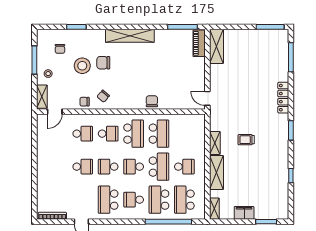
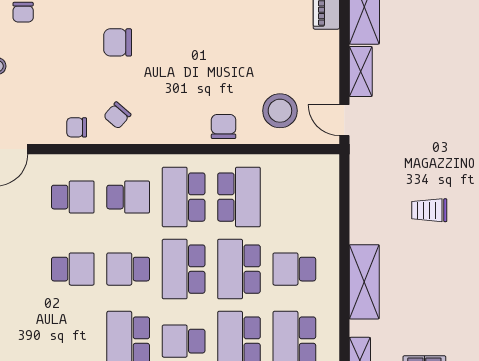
stool: (82, 66) -> (280, 111), moved
school desk: (134, 134) -> (184, 197), turned 180
shelving: (215, 143) -> (361, 72), moved
school desk: (134, 167) -> (184, 269), width x1.85
school desk: (159, 167) -> (239, 269), turned 180
school desk: (184, 167) -> (294, 269), turned 180

